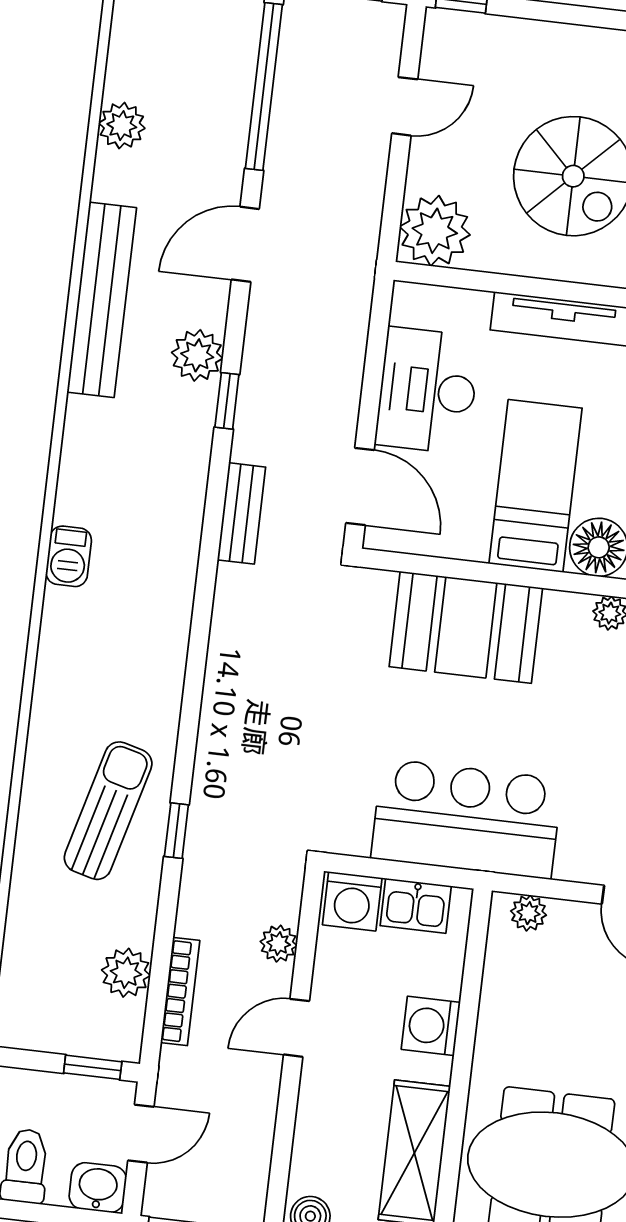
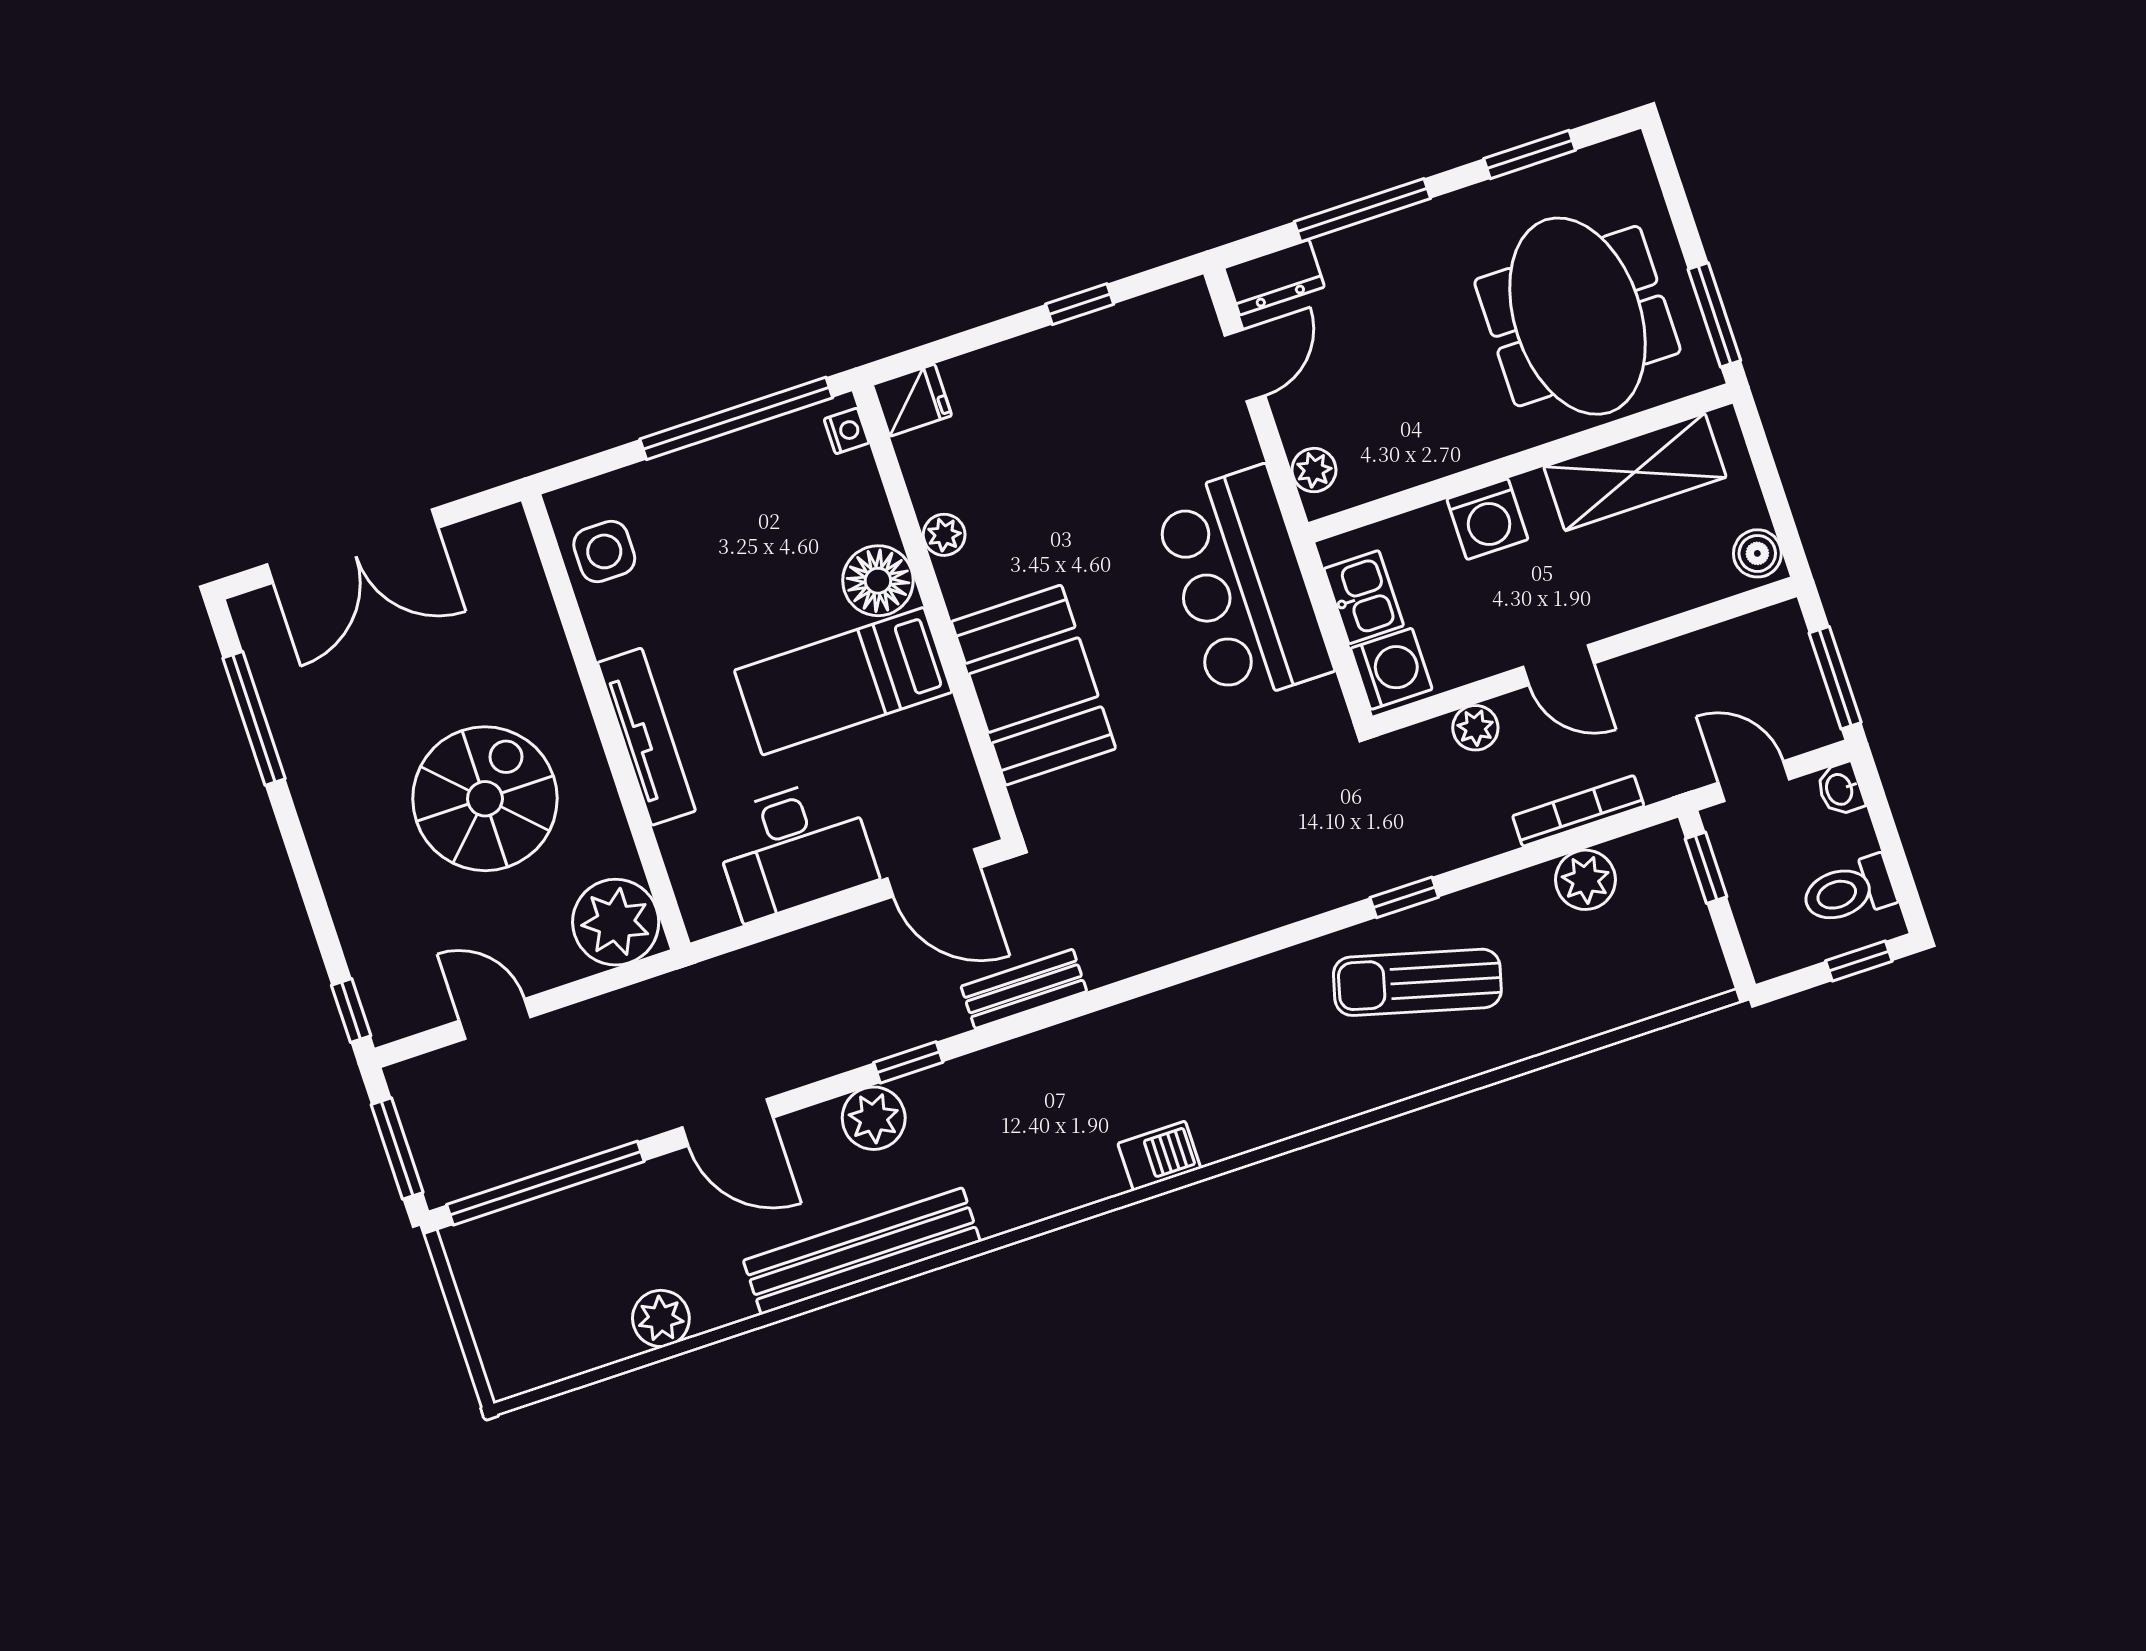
door: (360, 487) -> (934, 873), swing flipped
washbasin: (98, 1188) -> (1840, 789), width x0.72, depth x0.69

